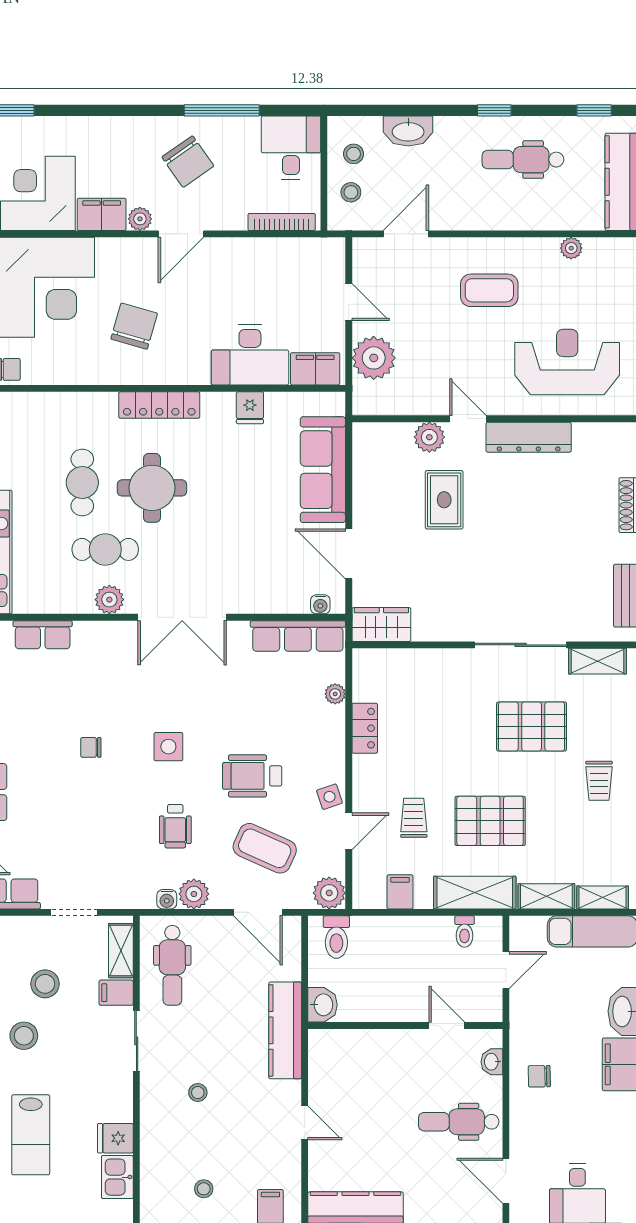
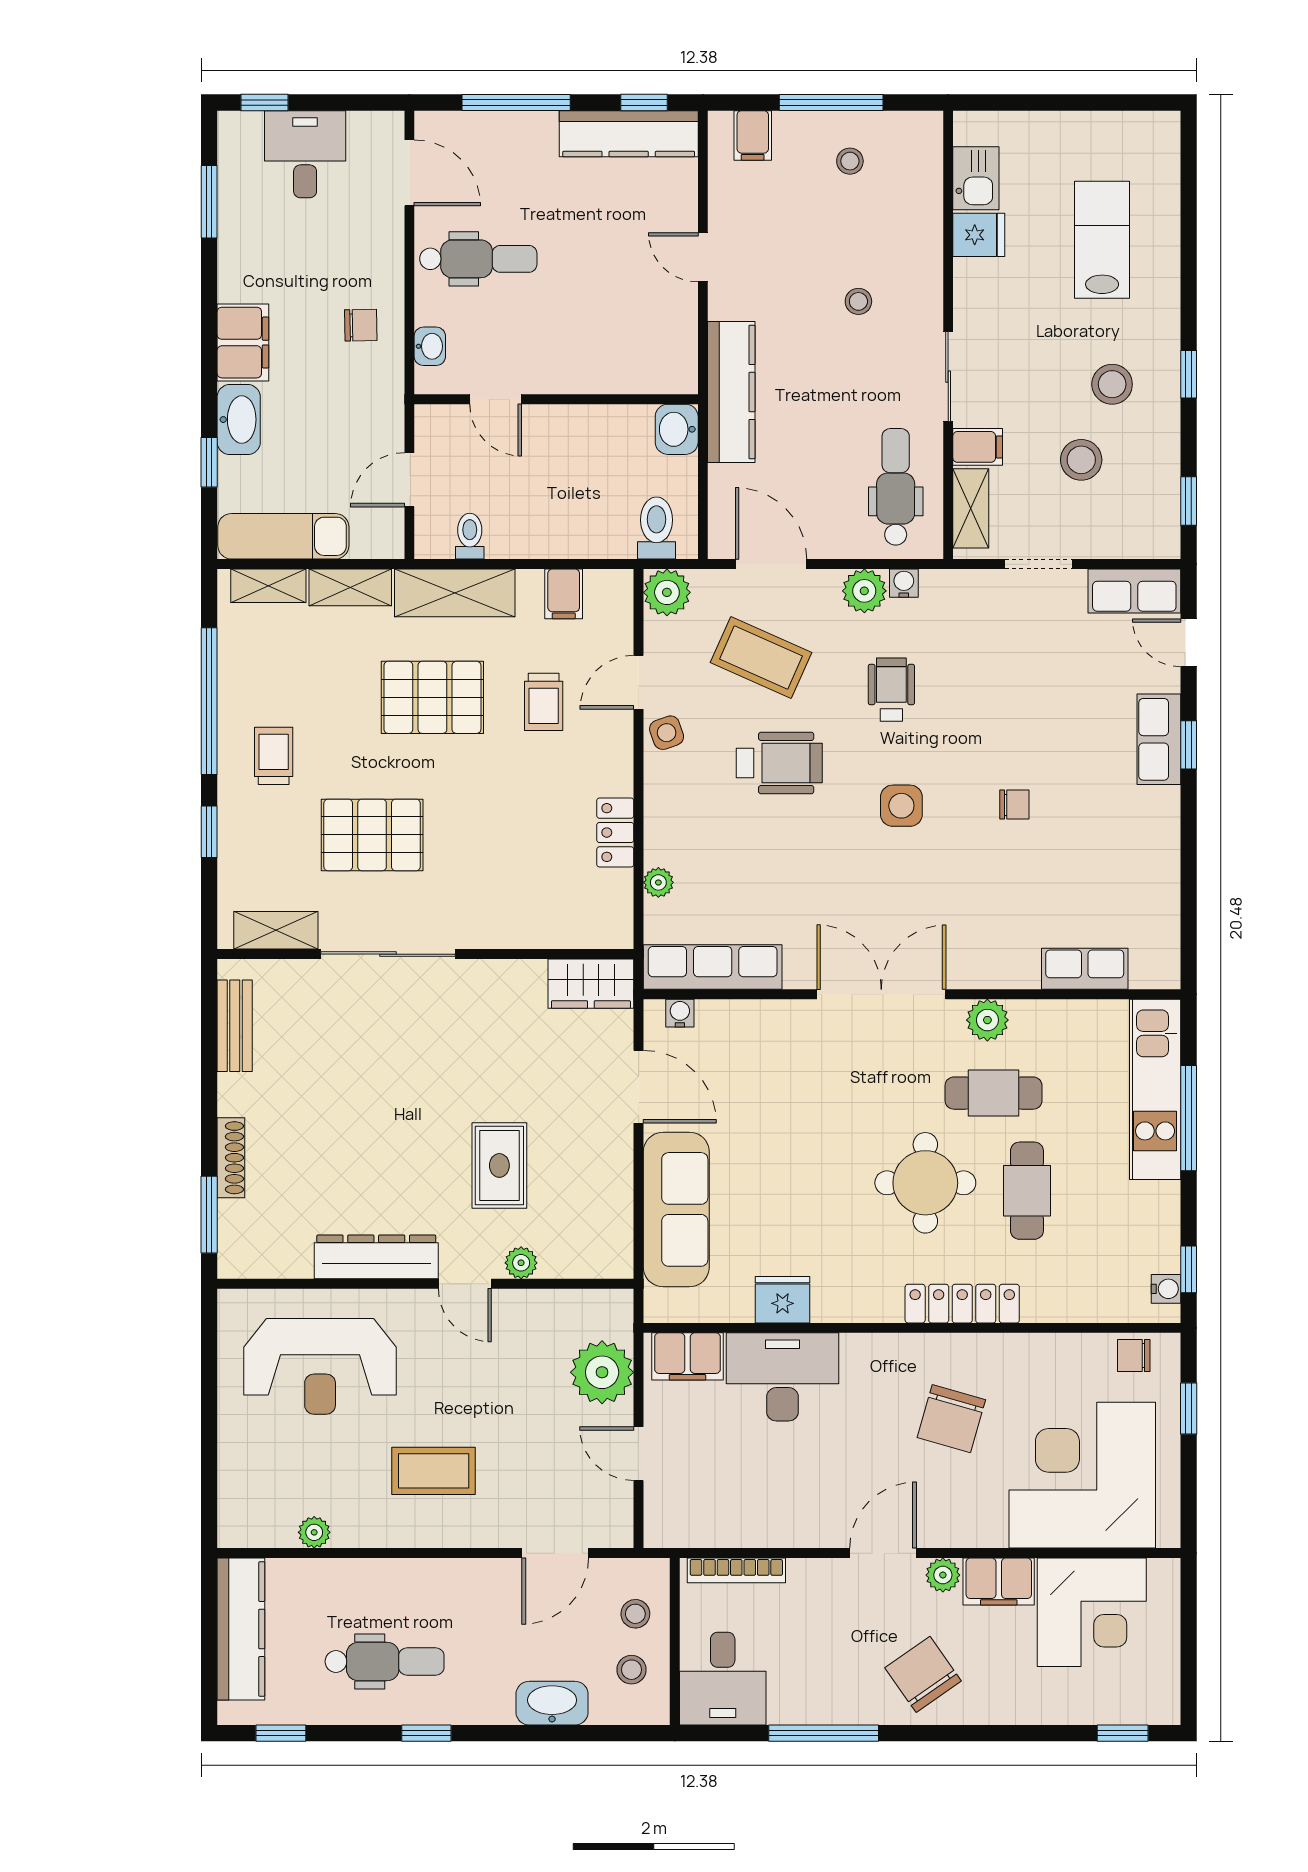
chair: (188, 162) -> (923, 1674), moved
locker: (159, 405) -> (962, 1304), moved
fridge: (250, 408) -> (783, 1300), width x1.38
plant: (429, 437) -> (521, 1263), width x0.73, depth x0.73

